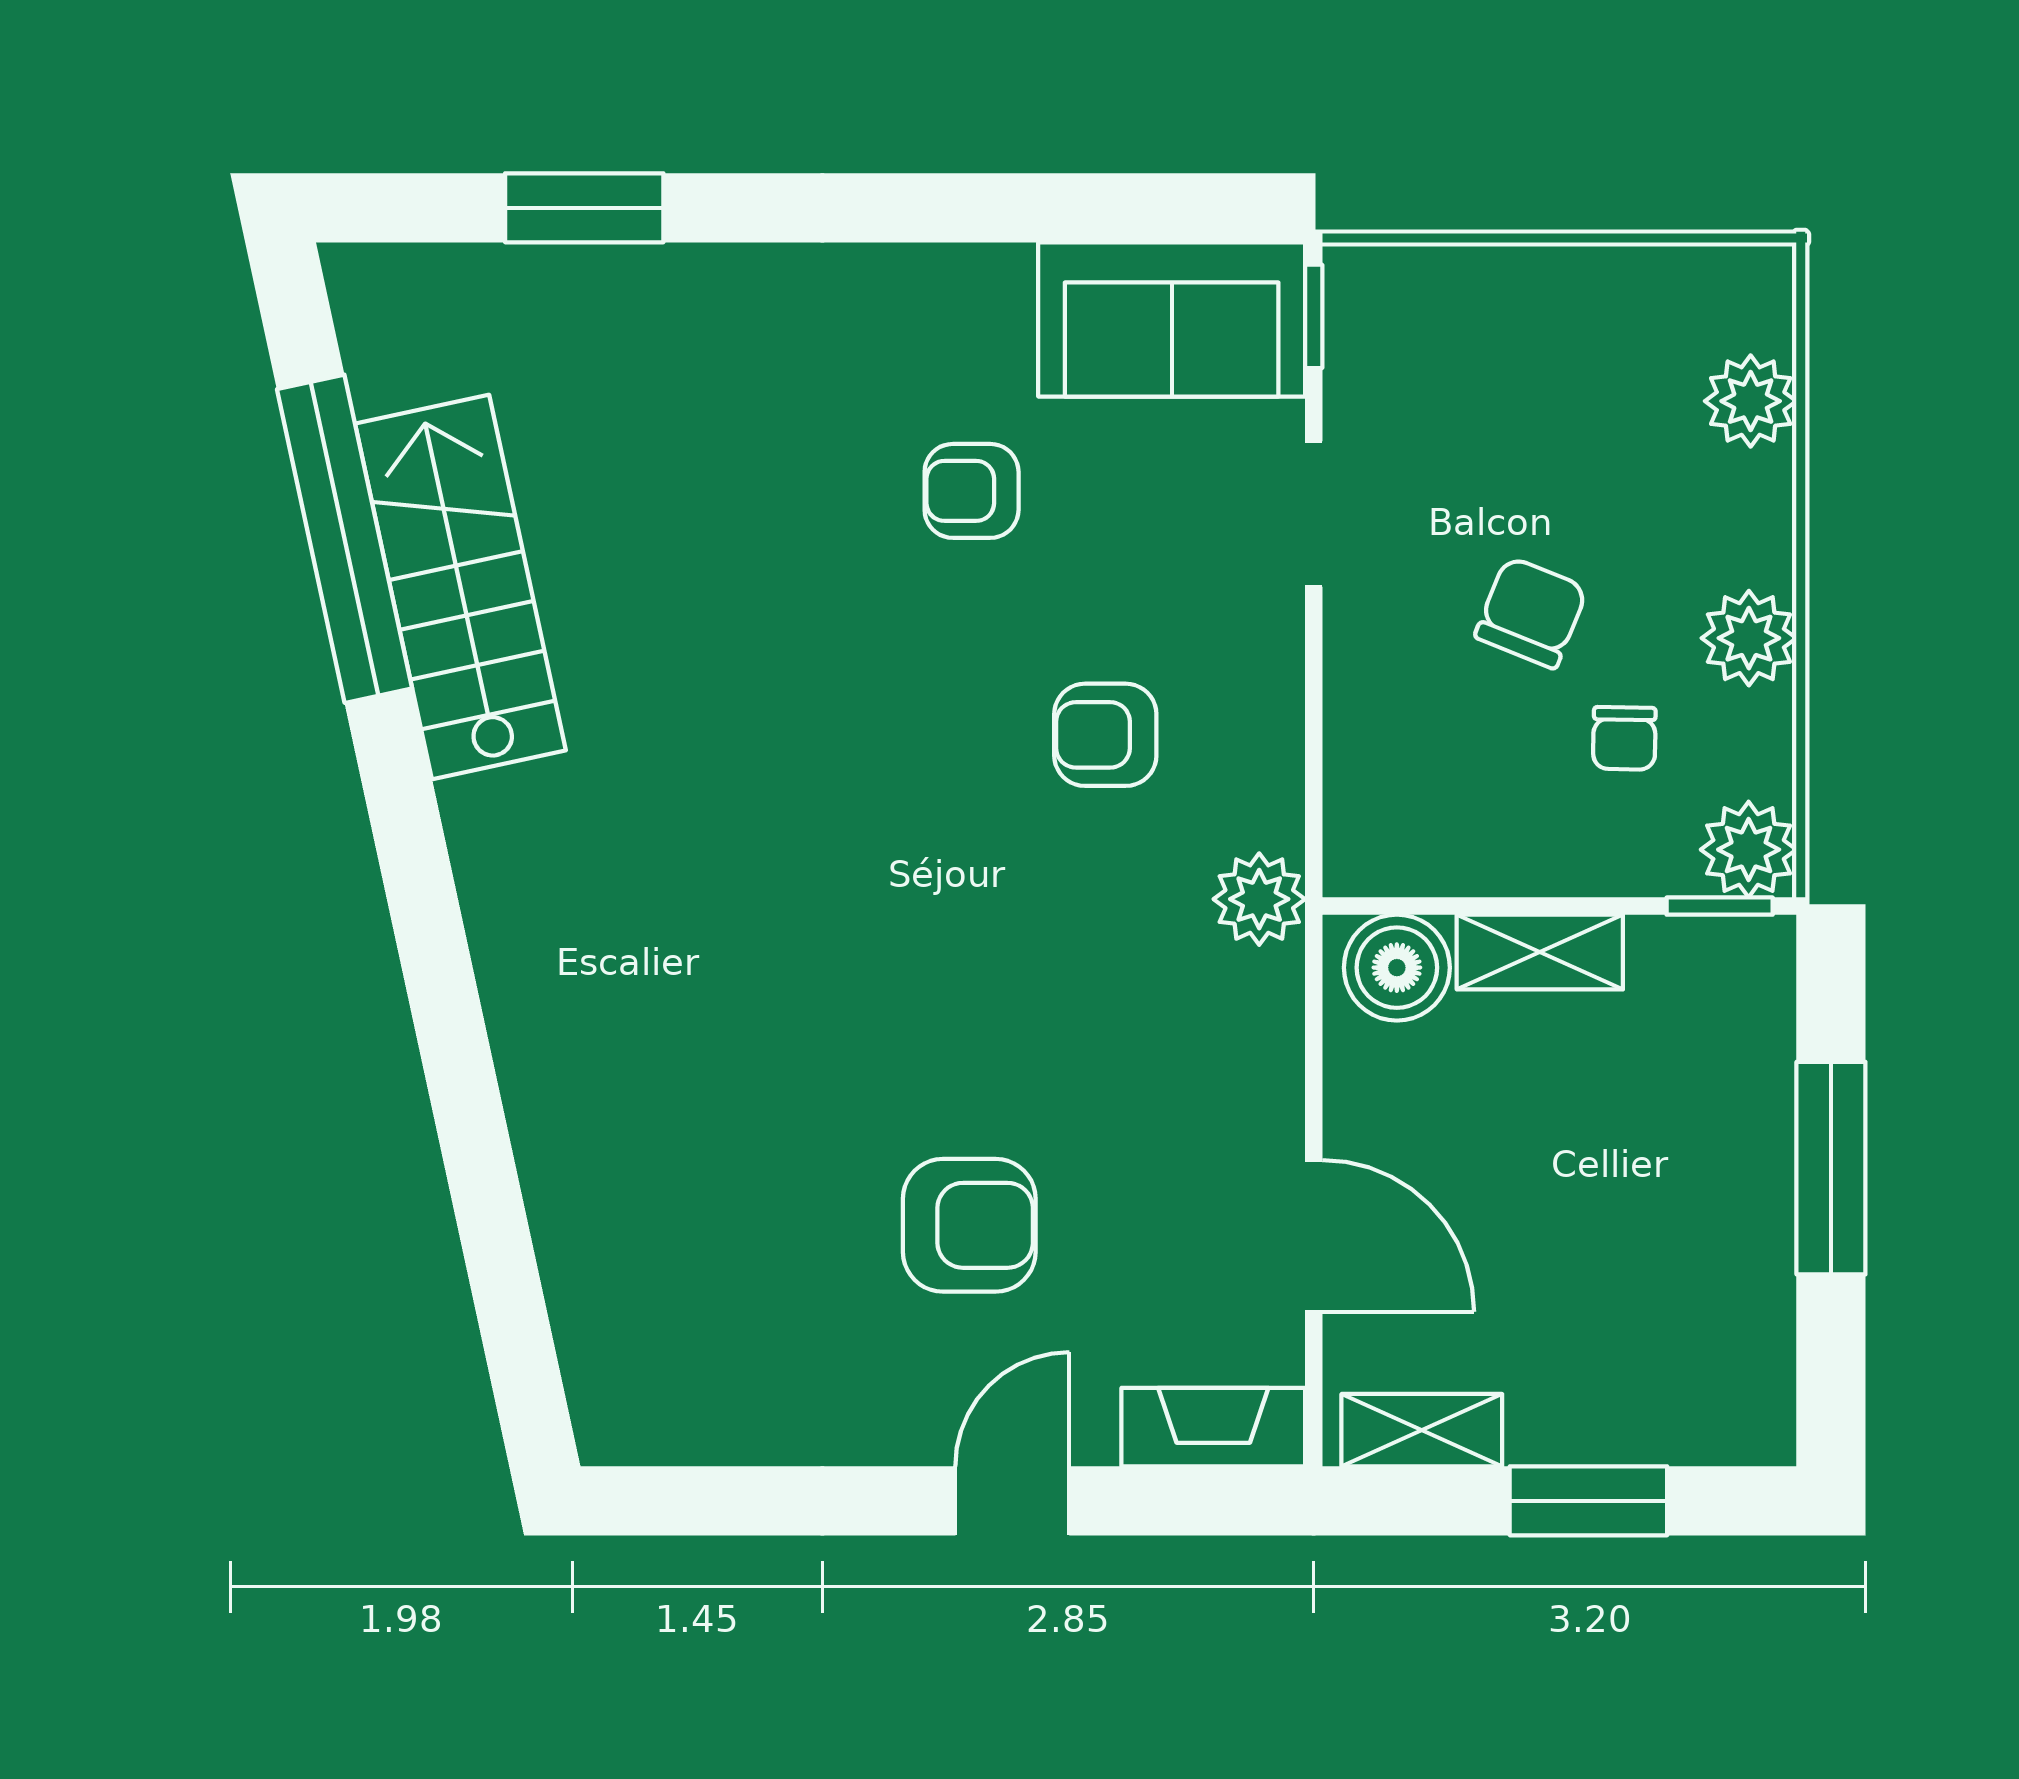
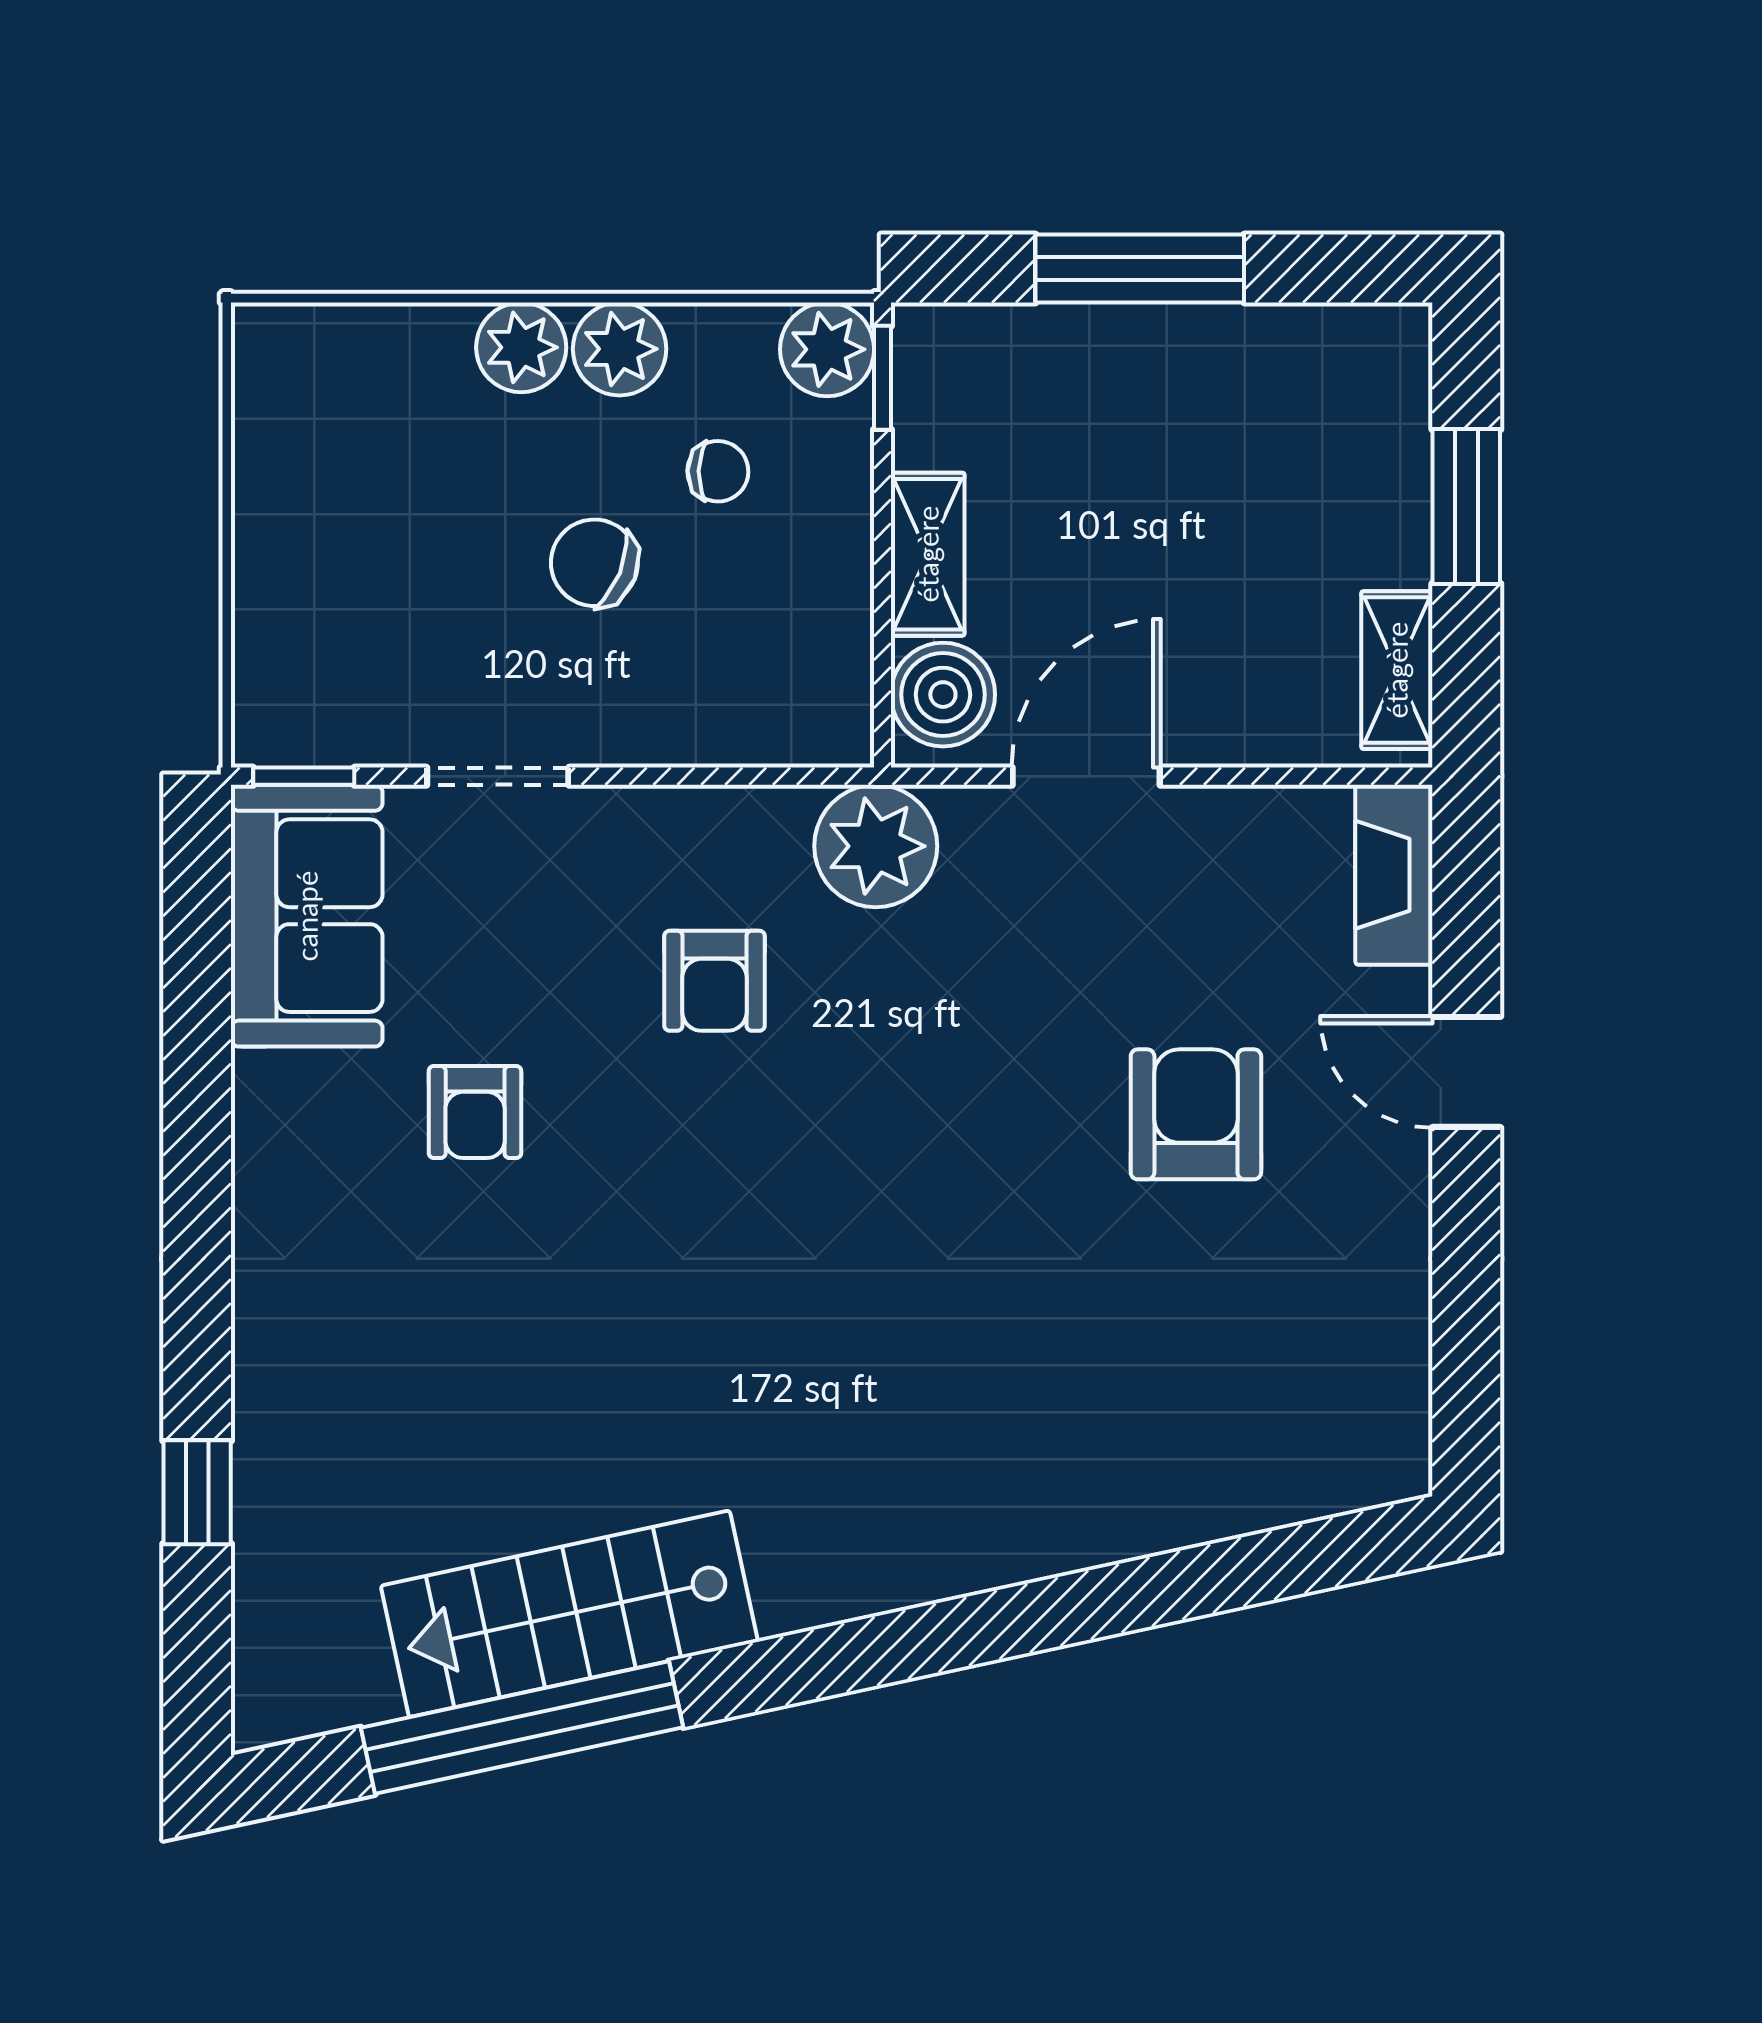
window: (584, 208) -> (197, 1492), width x0.67
plant: (1751, 401) -> (521, 347), moved
plant: (1259, 899) -> (876, 846), width x1.36, depth x1.36
door: (1314, 1236) -> (1086, 776), moved

